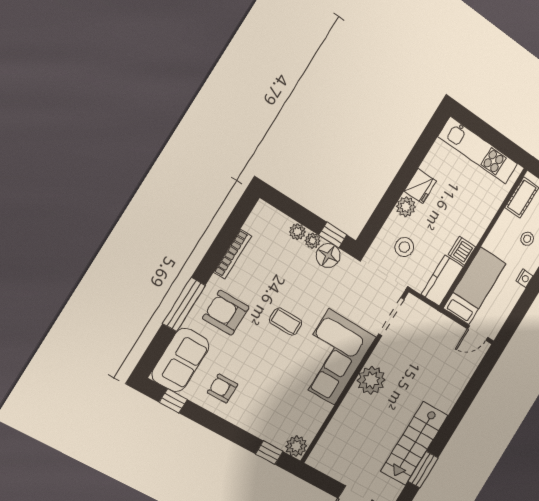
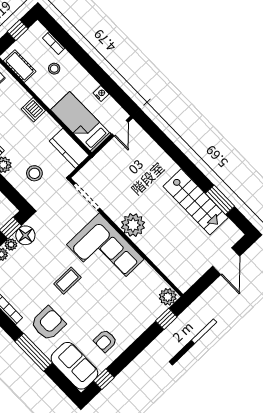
dishwasher: (462, 251) -> (33, 110), moved
nightstand: (524, 278) -> (101, 94), moved
armchair: (226, 313) -> (48, 324), turned 180

